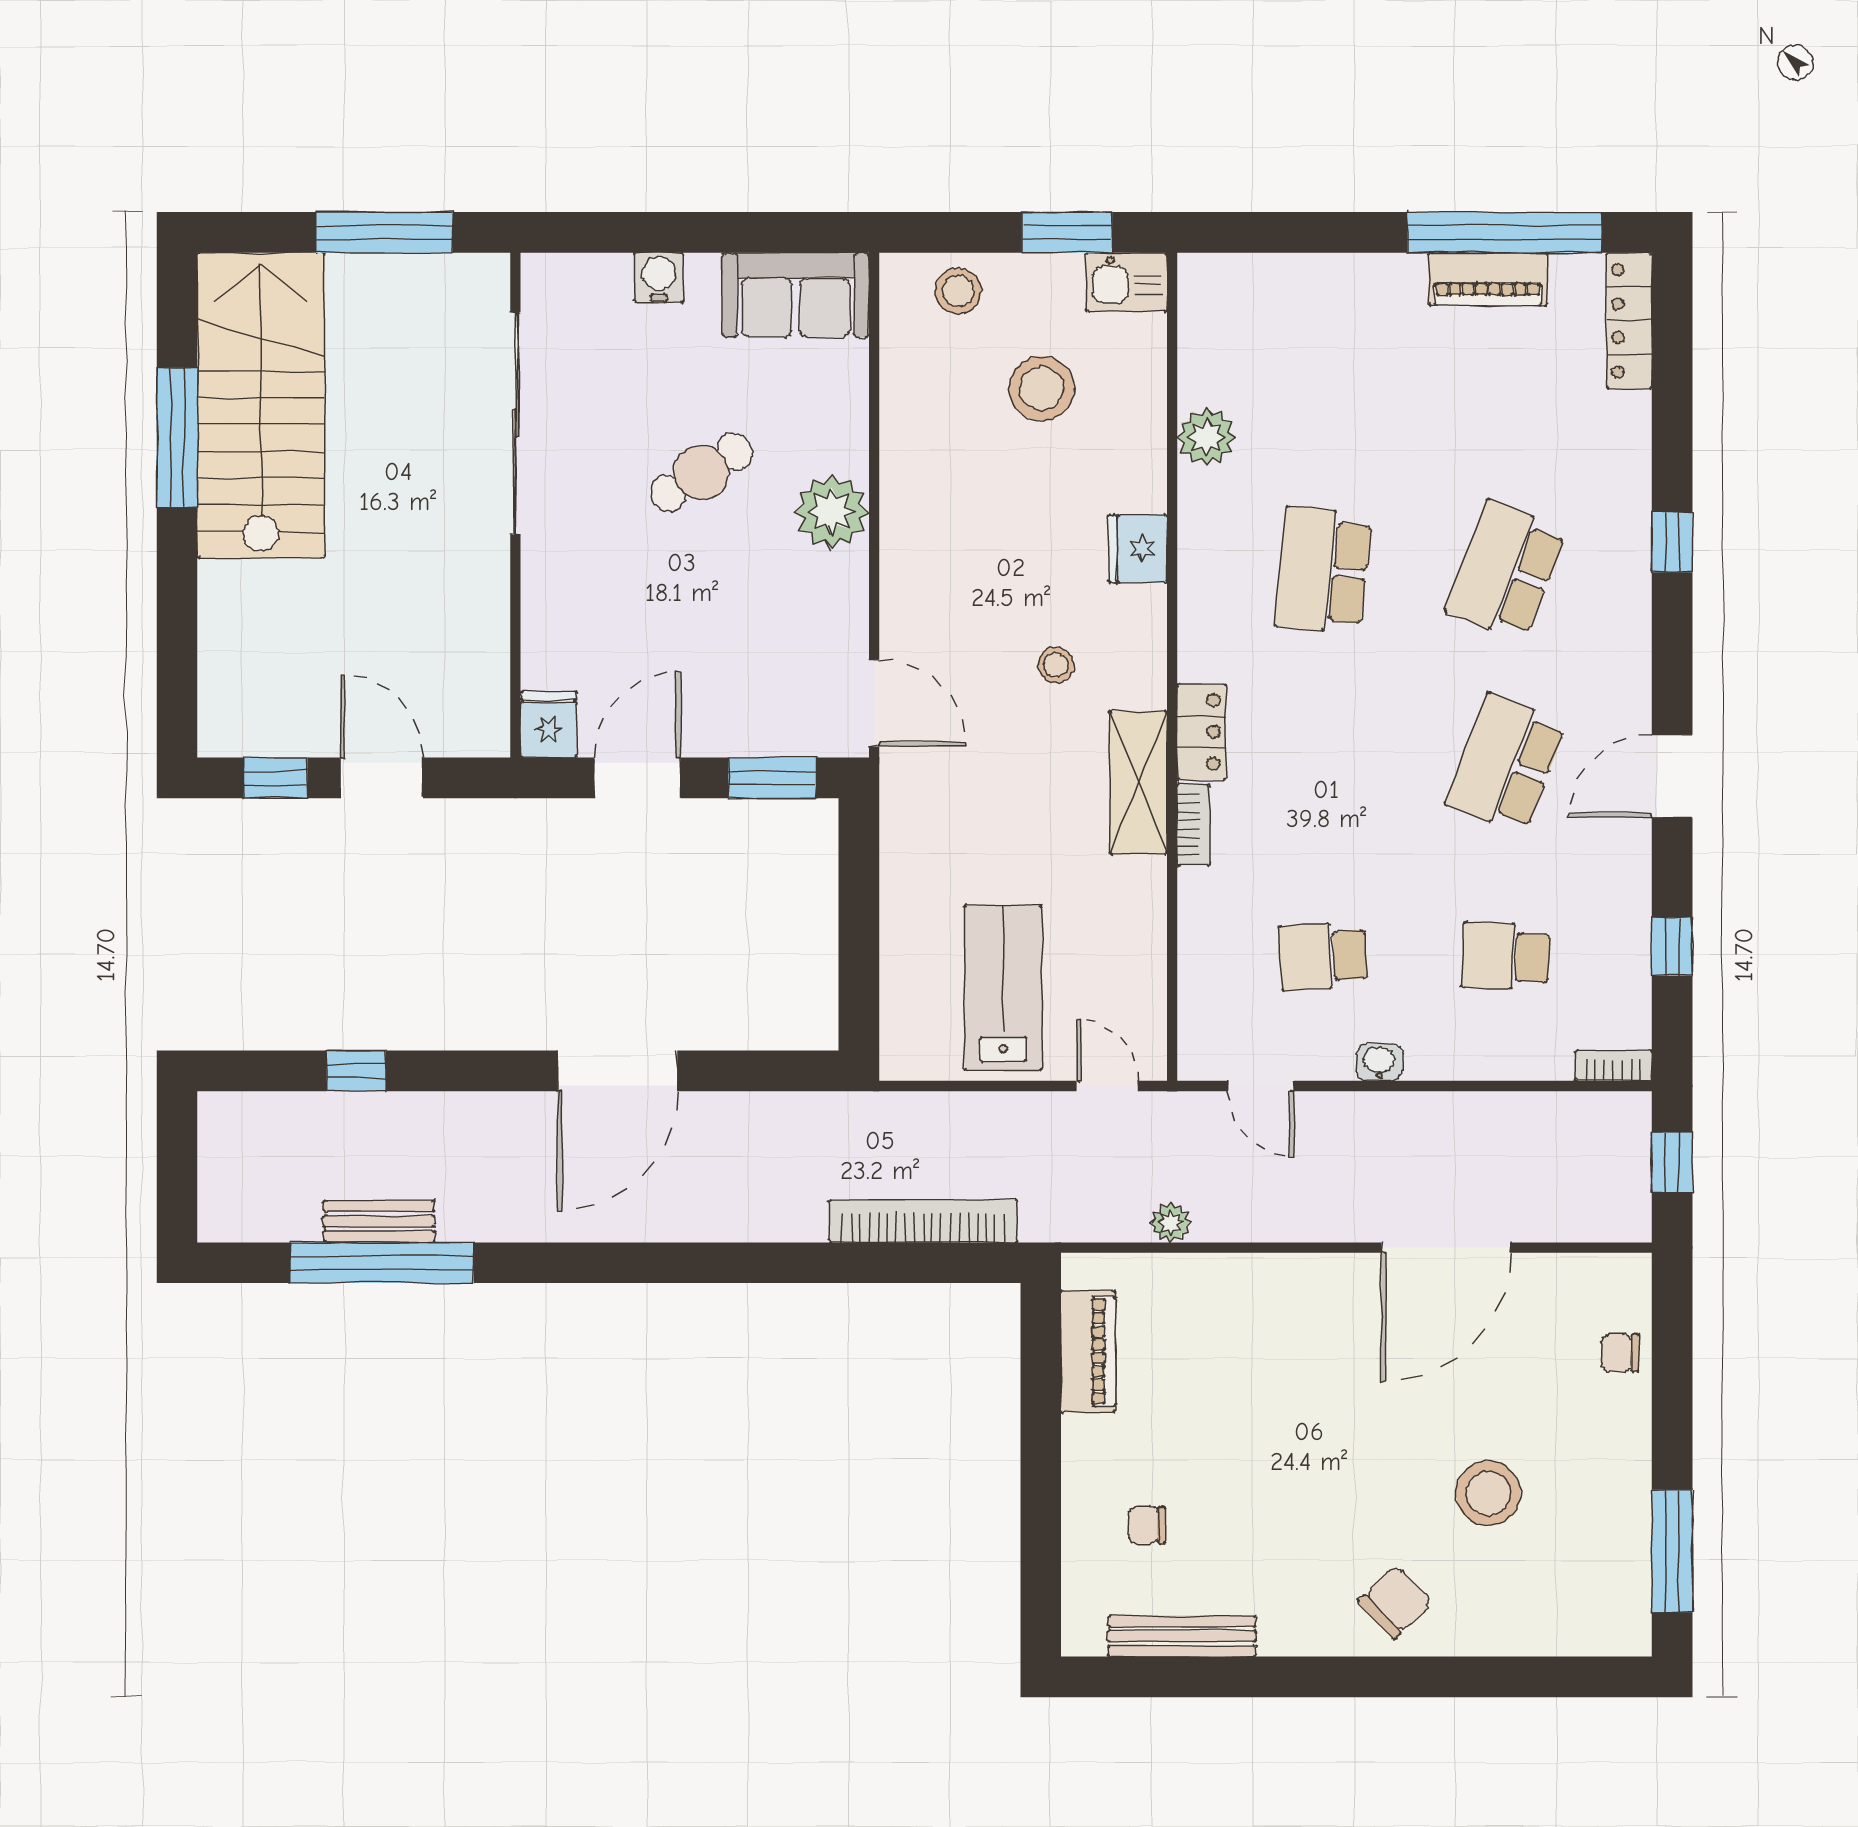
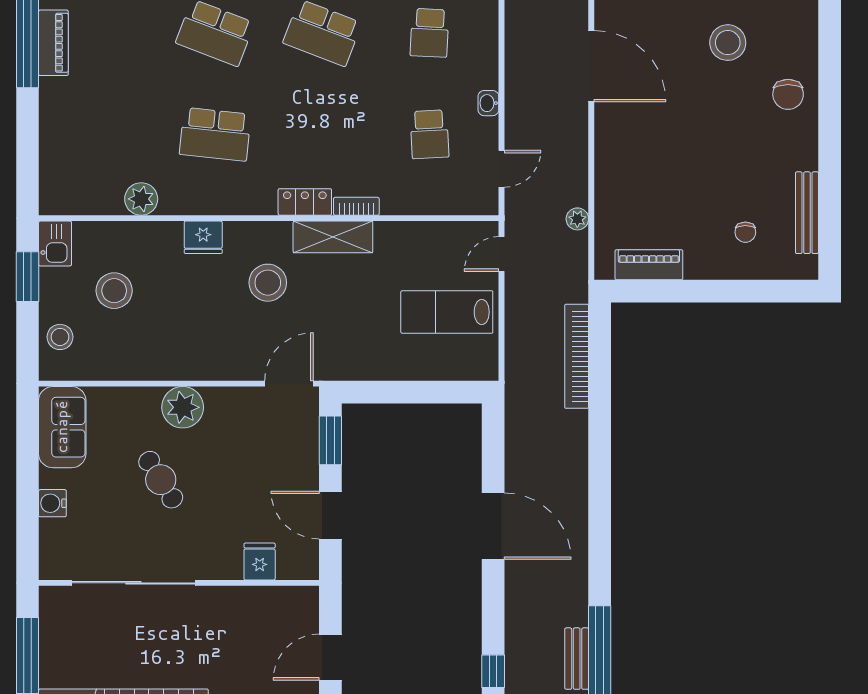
stool: (1056, 665) -> (268, 283), width x1.89, depth x1.89
fridge: (548, 724) -> (260, 562), moved, turned 90
chair: (1395, 1602) -> (788, 94), turned -136

